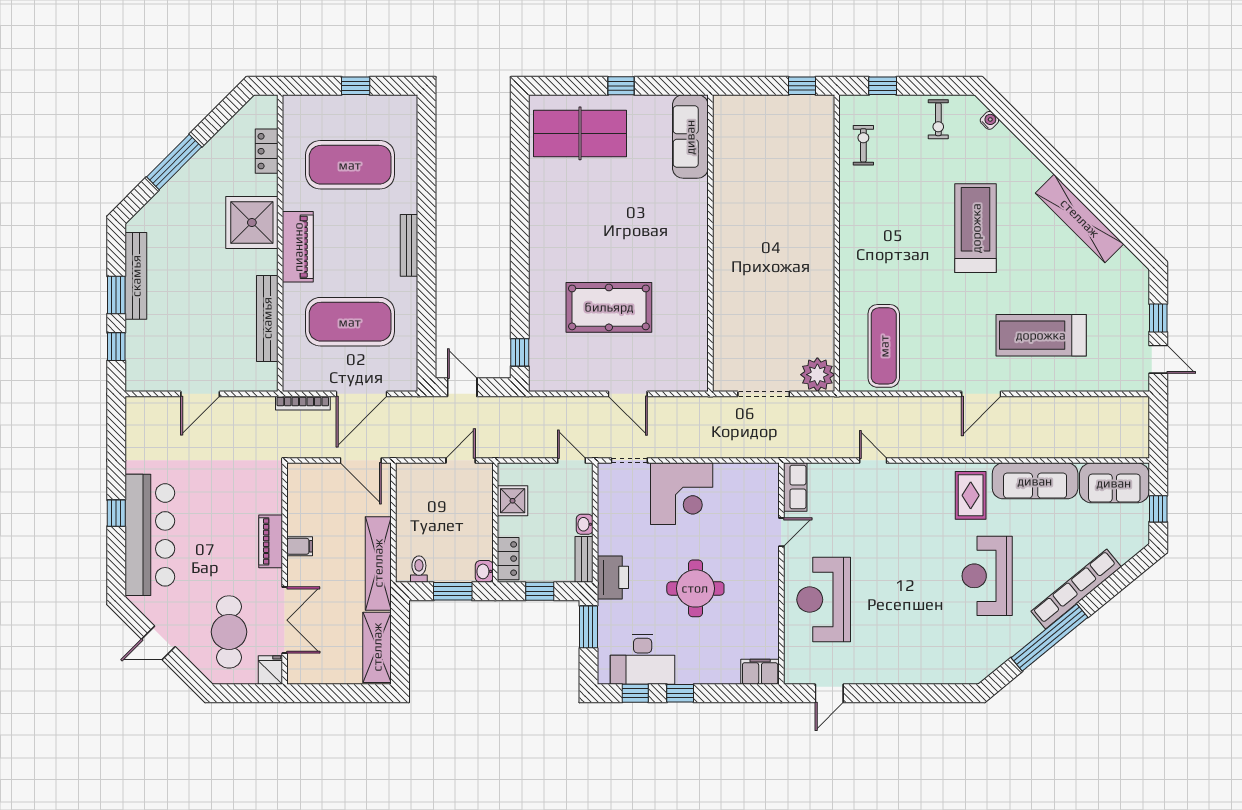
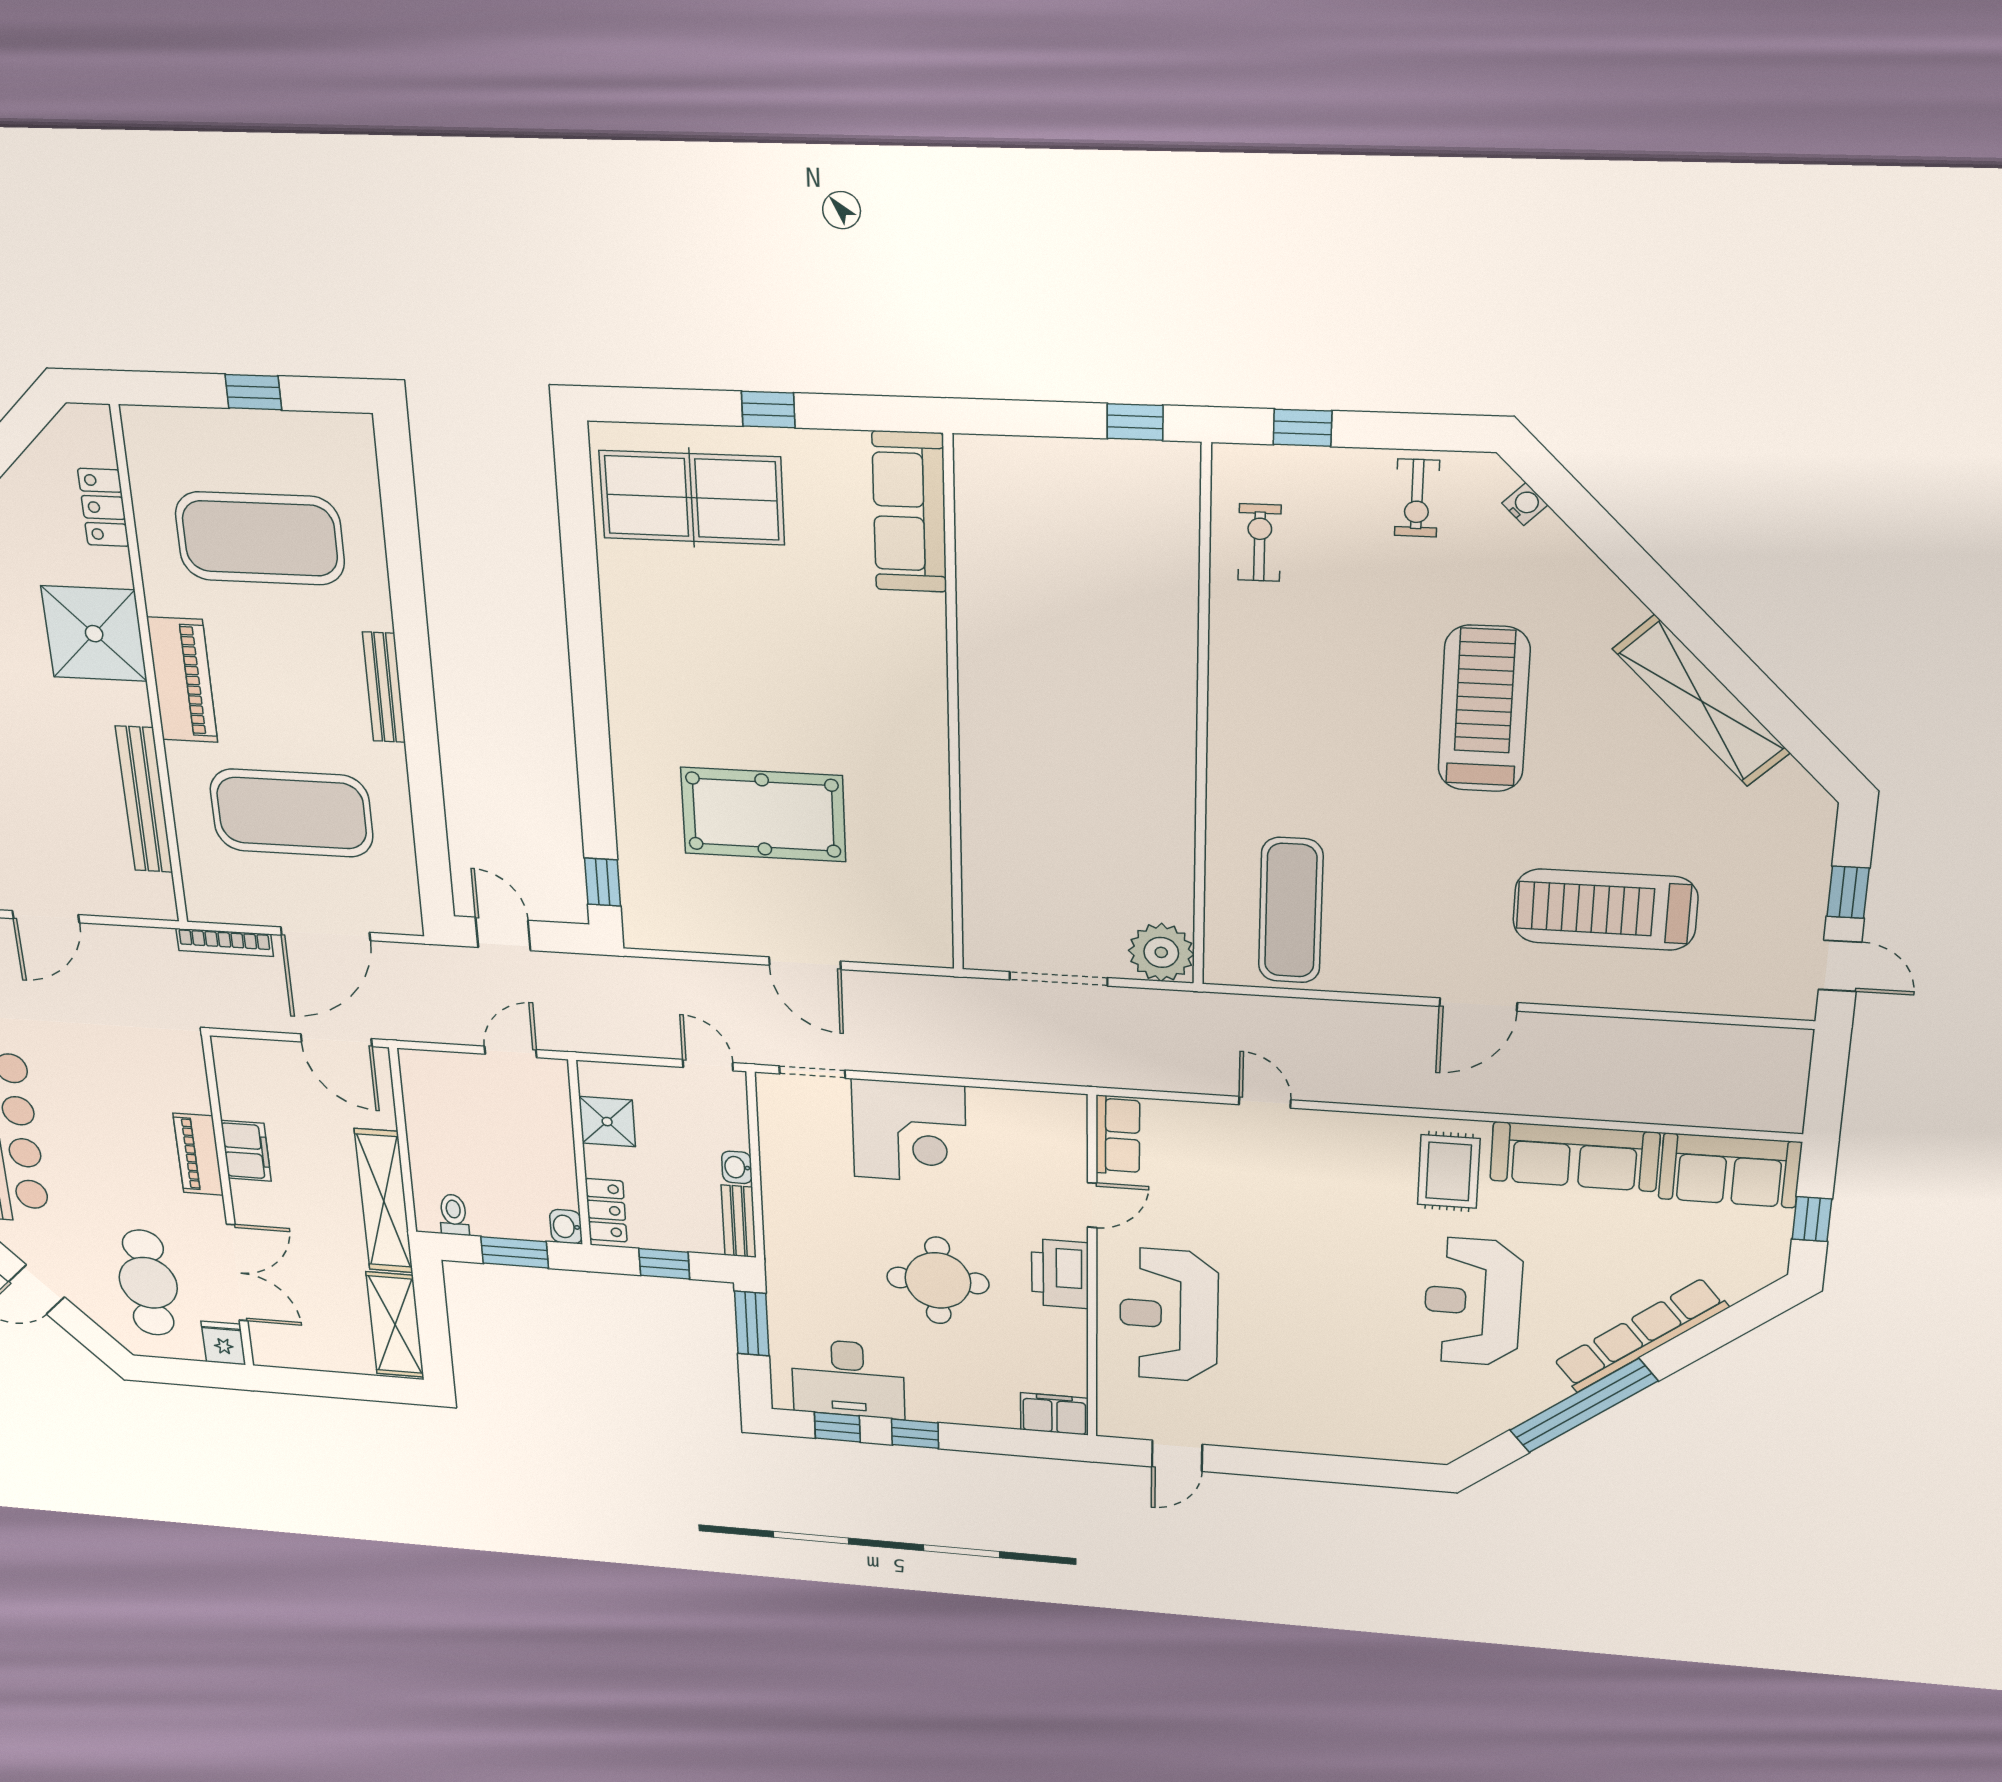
filing cabinet: (300, 546) -> (246, 1151), width x2.00
printer: (613, 577) -> (1060, 1274), moved, turned 180

